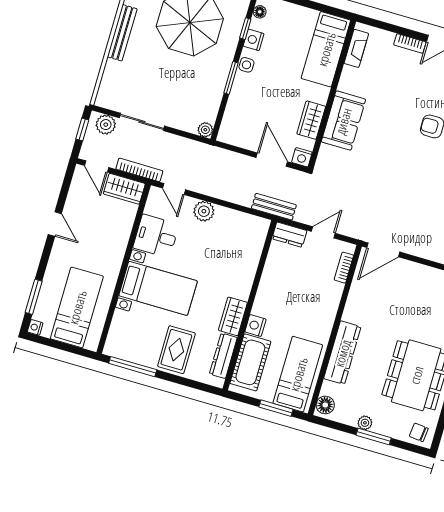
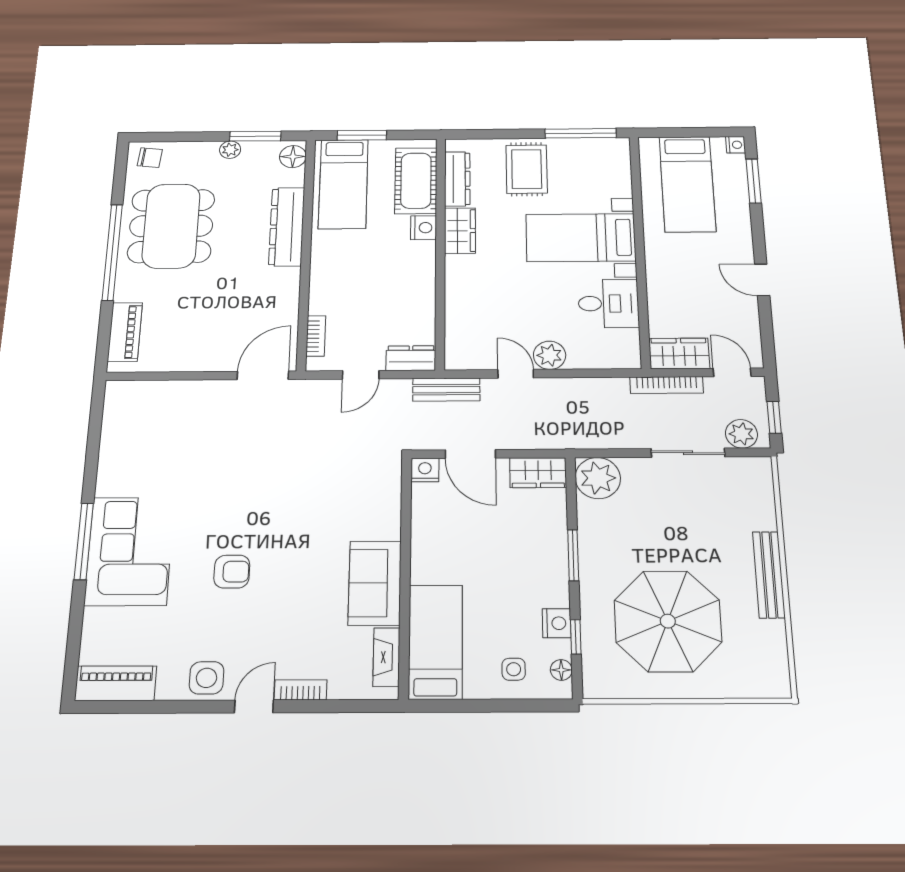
side table: (246, 65) -> (514, 669), moved
wardrobe: (311, 120) -> (538, 473), moved, turned 90
sofa: (343, 121) -> (375, 583), moved
plant: (205, 130) -> (598, 478), width x1.88, depth x1.88
door: (174, 189) -> (516, 374), moved
window: (374, 437) -> (255, 136), moved

